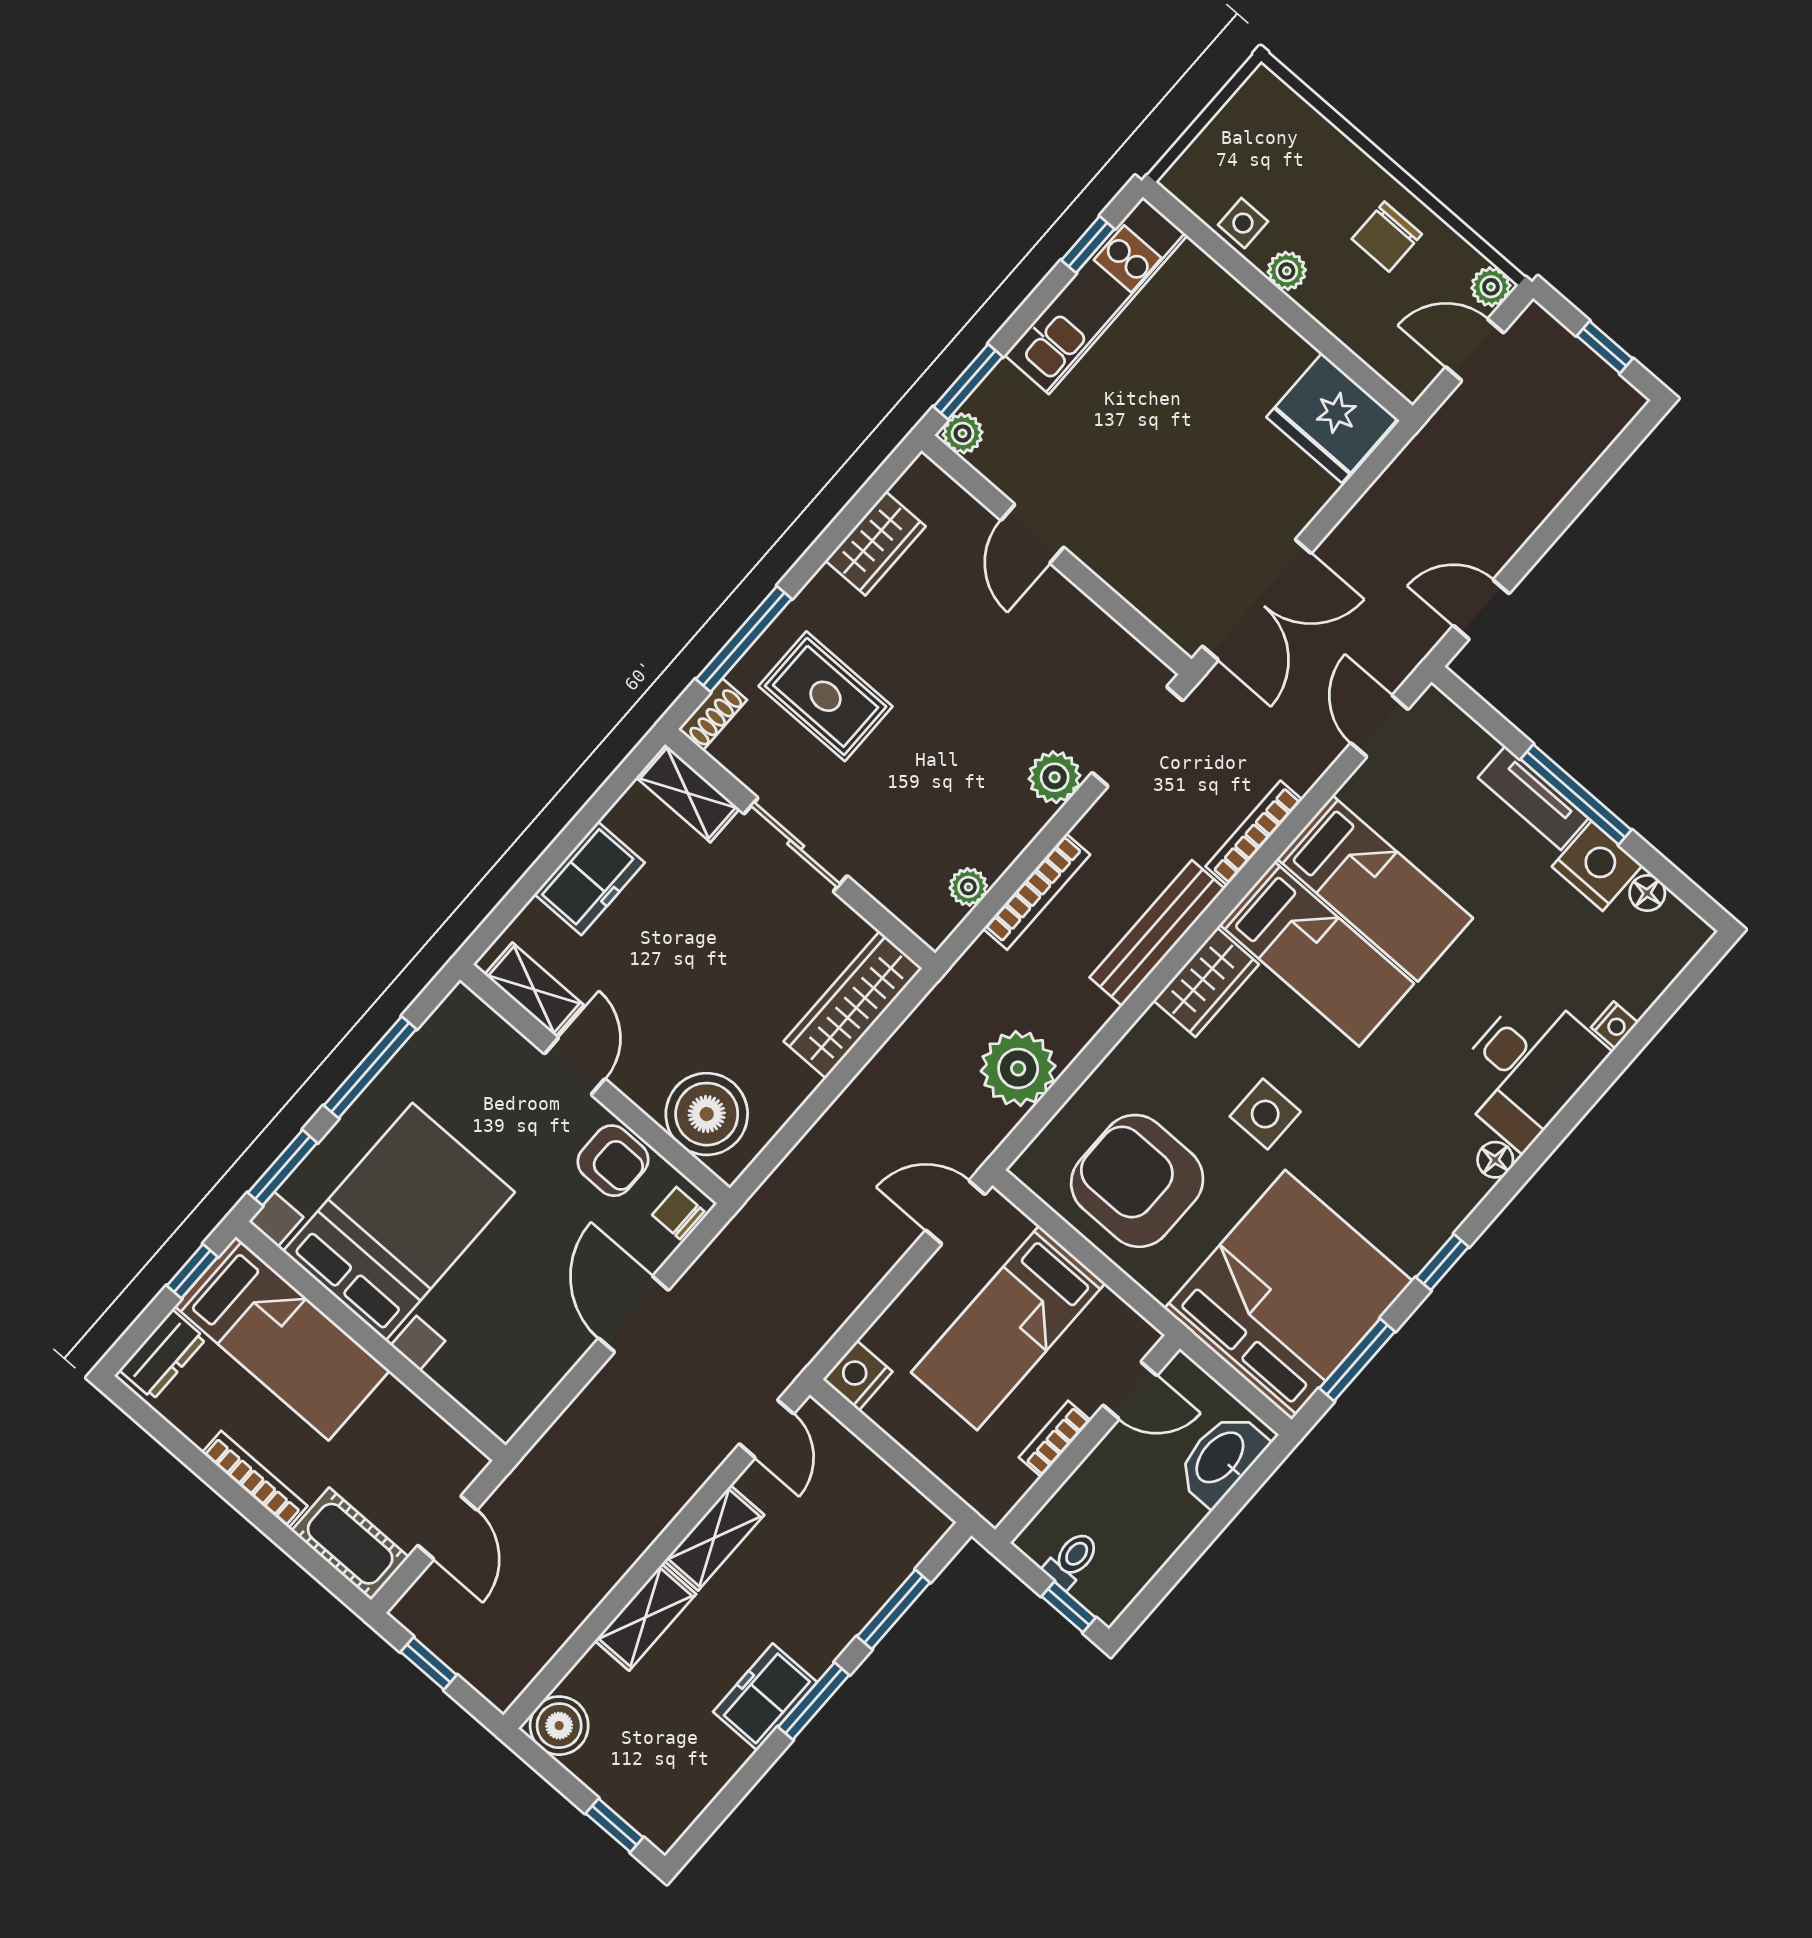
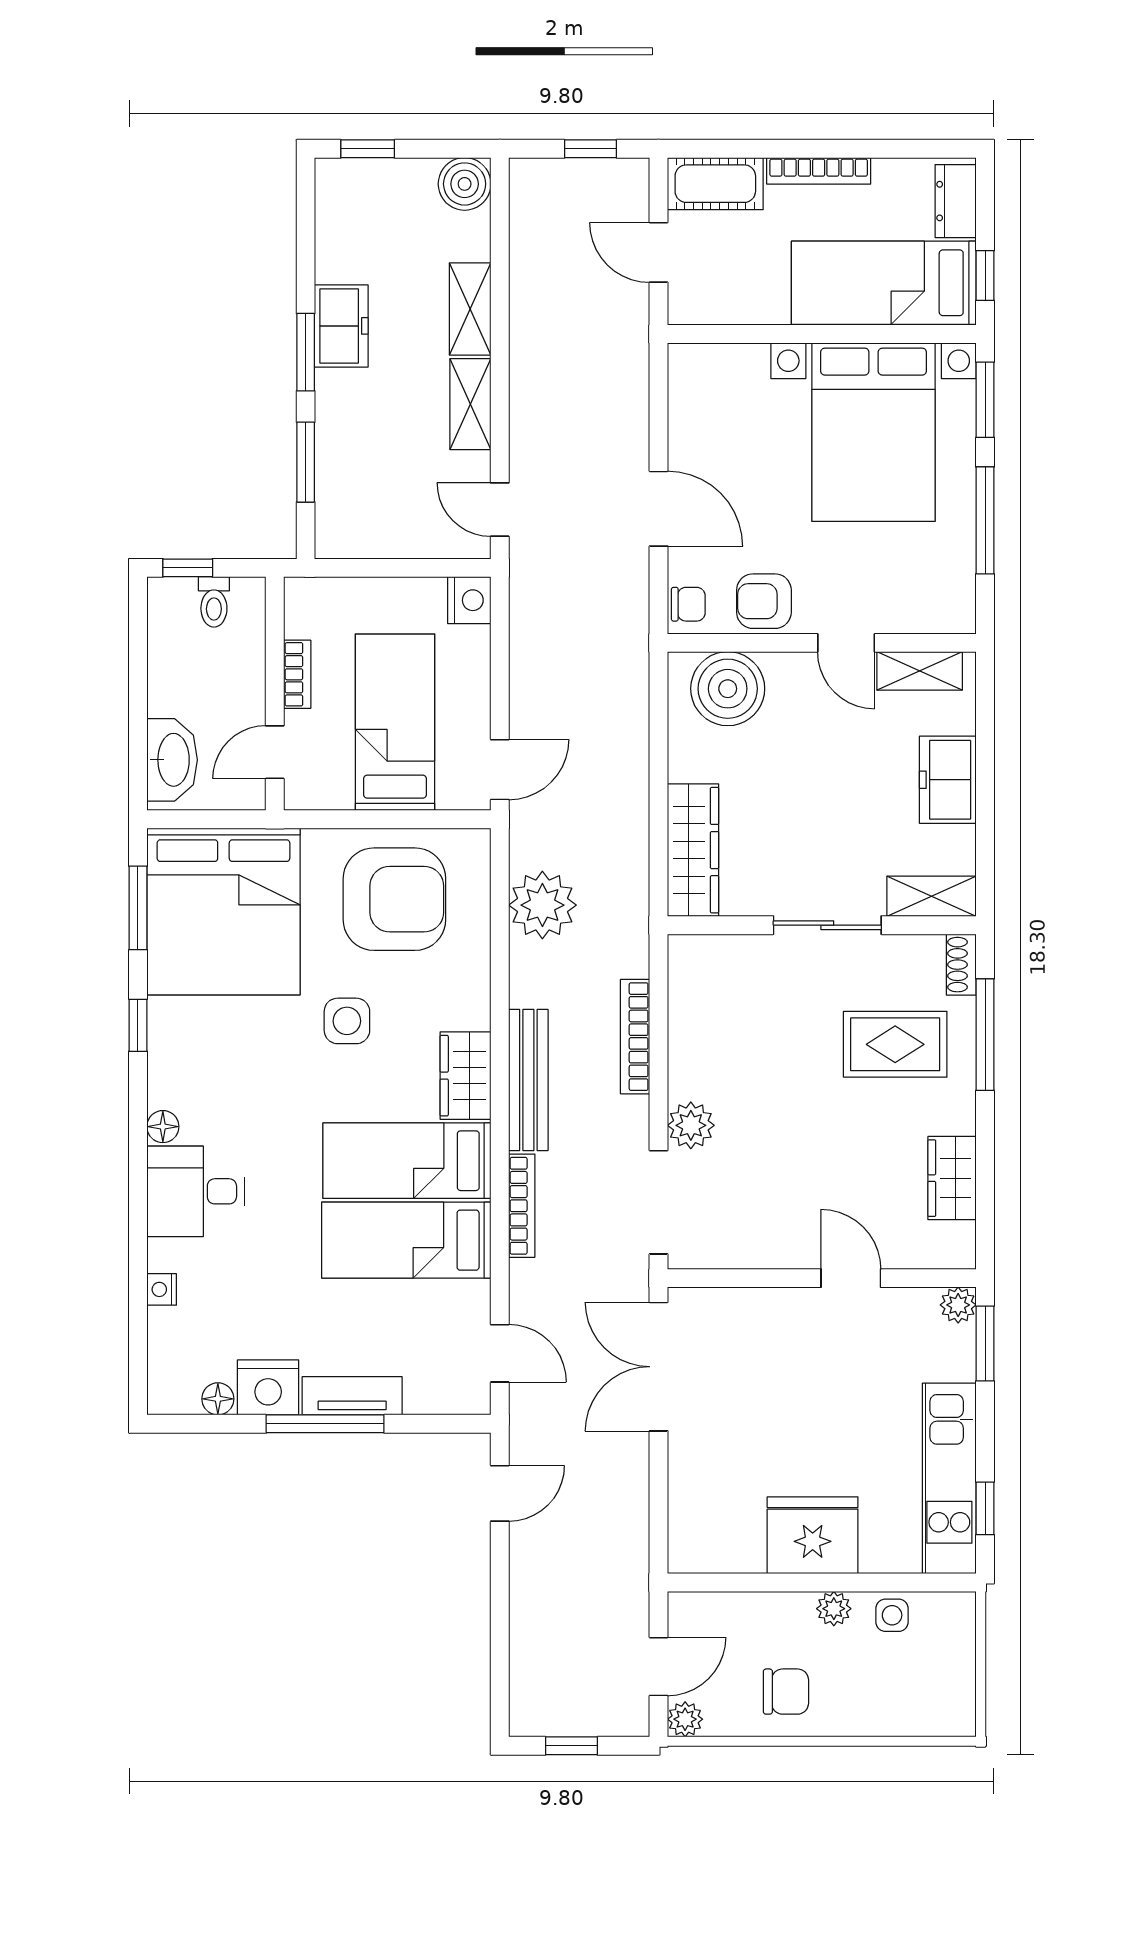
chair: (1387, 237) -> (786, 1692), turned 90
fridge: (1332, 418) -> (813, 1535), moved
plant: (968, 887) -> (684, 999), removed
desk: (1527, 1068) -> (196, 1191), width x0.73

